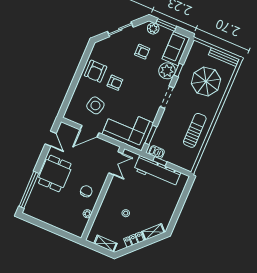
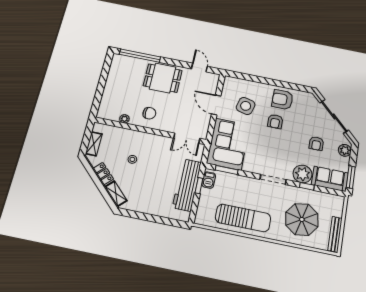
window: (166, 25) -> (351, 177), moved
sliding door: (120, 29) -> (334, 116), width x1.37
sun lounger: (195, 130) -> (243, 218), width x1.36, depth x1.34
door: (51, 139) -> (199, 68), swing flipped

